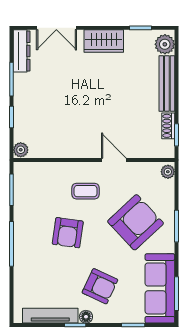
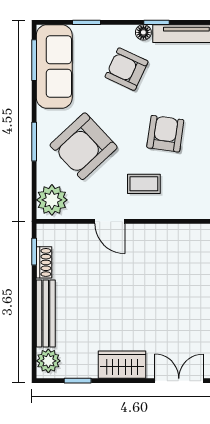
plant: (168, 172) -> (52, 200), width x1.88, depth x1.88

